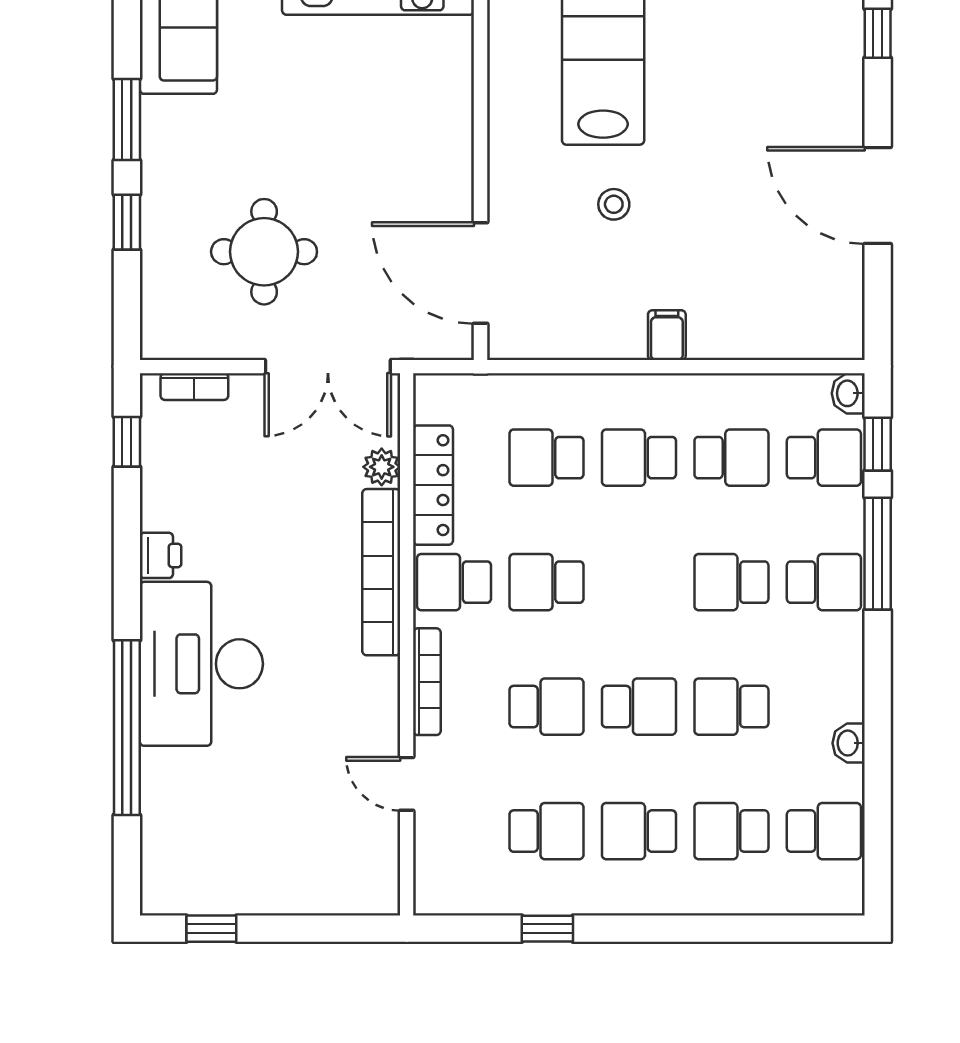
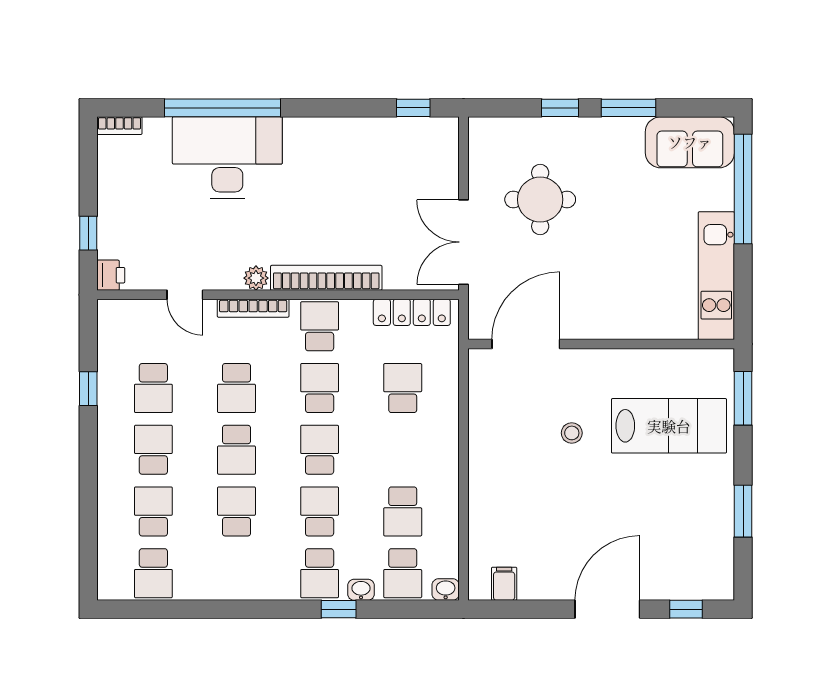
door: (878, 195) -> (607, 609), moved
filing cabinet: (667, 335) -> (504, 584), moved, turned -90
bookcase: (194, 387) -> (119, 126), moved, turned -90
window: (878, 444) -> (412, 609), removed
school desk: (639, 458) -> (320, 450), moved
plant: (382, 467) -> (256, 278), moved
locker: (433, 485) -> (412, 312), moved
window: (878, 554) -> (339, 609), width x0.46
printer: (161, 555) -> (111, 275), moved, turned -90
desk: (201, 664) -> (227, 158), moved
washbasin: (849, 743) -> (361, 590), moved
door: (407, 784) -> (185, 295), swing flipped
window: (211, 929) -> (88, 233), moved

